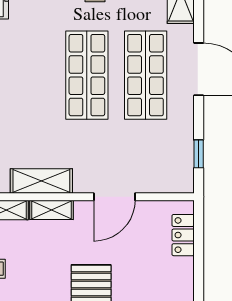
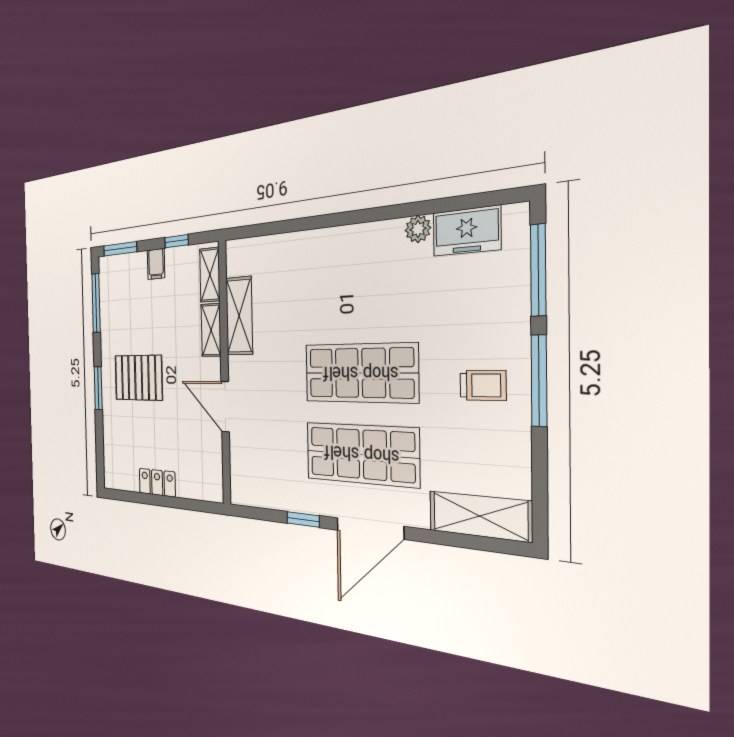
window: (199, 154) -> (303, 519), moved
locker: (183, 235) -> (157, 483), moved

